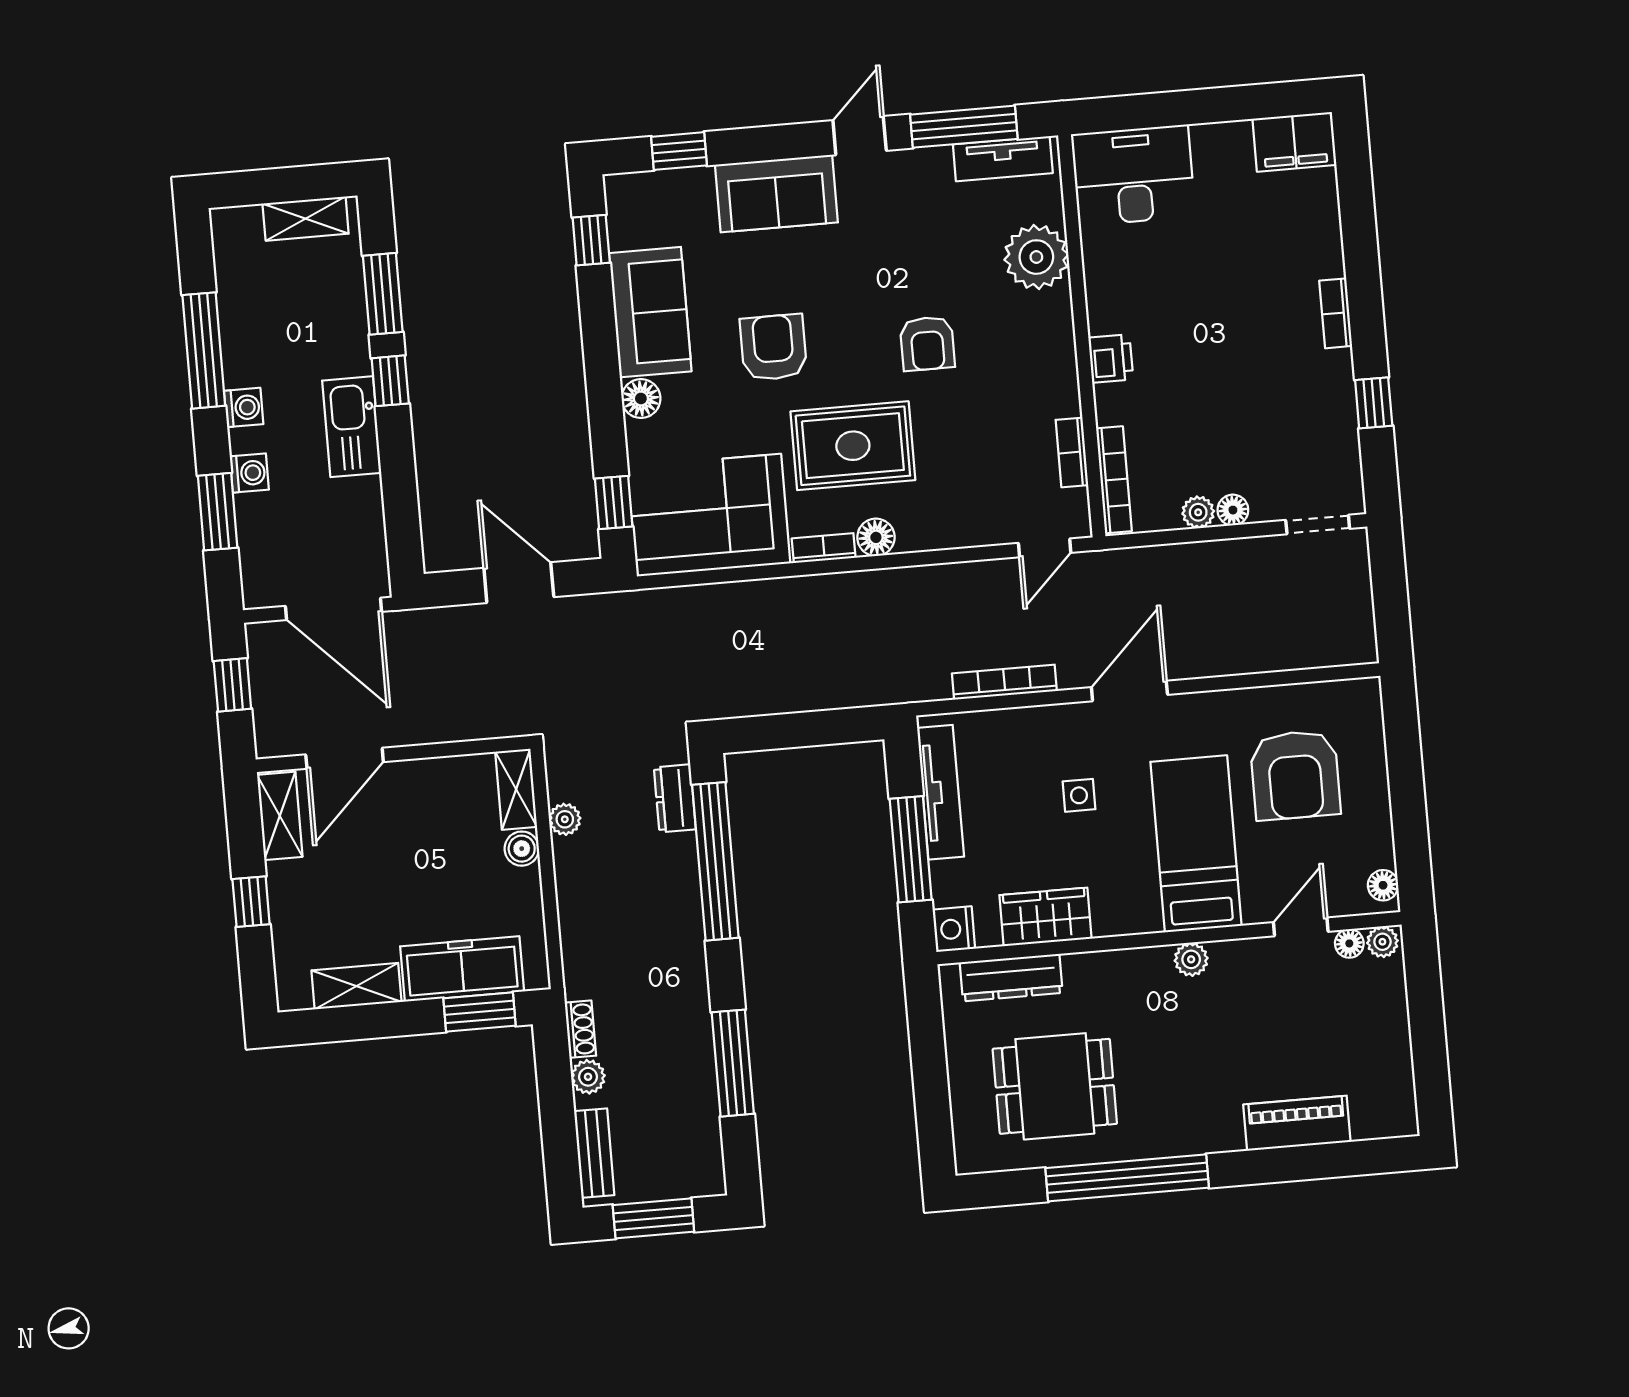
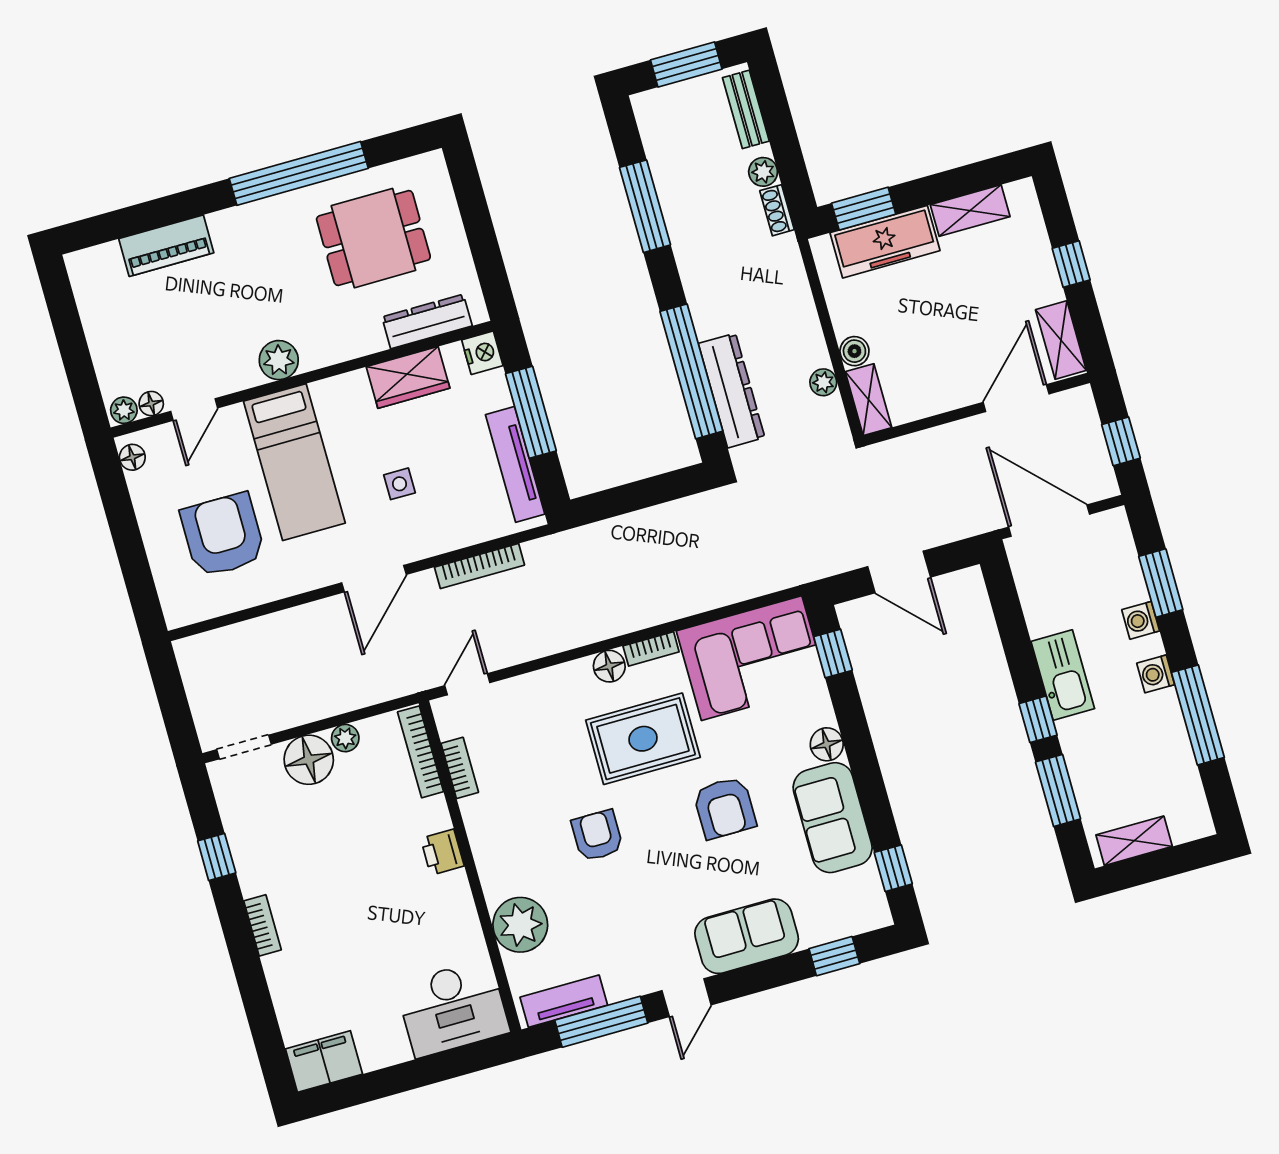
floor lamp: (1233, 510) -> (309, 760), width x1.89, depth x1.89
dresser: (675, 798) -> (732, 391), width x1.96, depth x1.24
plant: (1191, 959) -> (279, 360), width x1.38, depth x1.38

